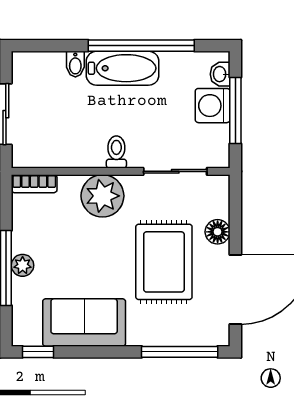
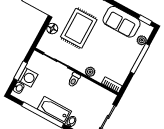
window: (235, 111) -> (20, 71), width x0.69
plant: (102, 196) -> (90, 72), width x0.53, depth x0.53
plant: (23, 265) -> (142, 40), moved

